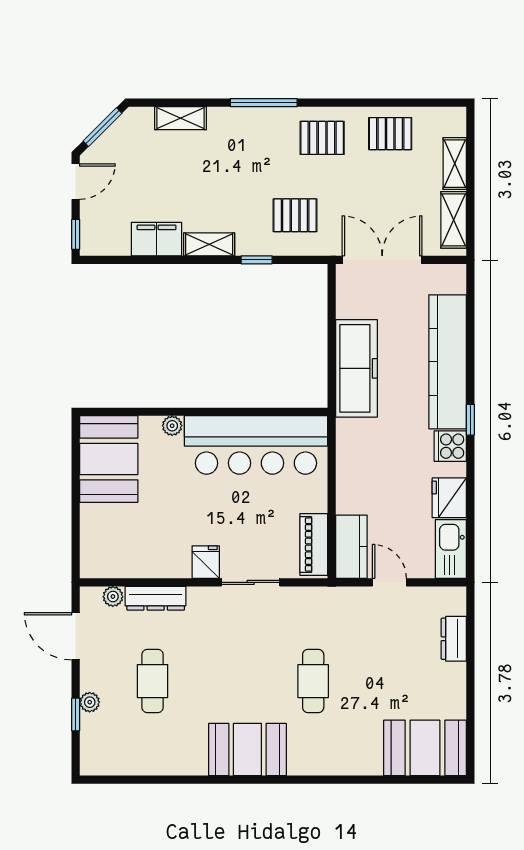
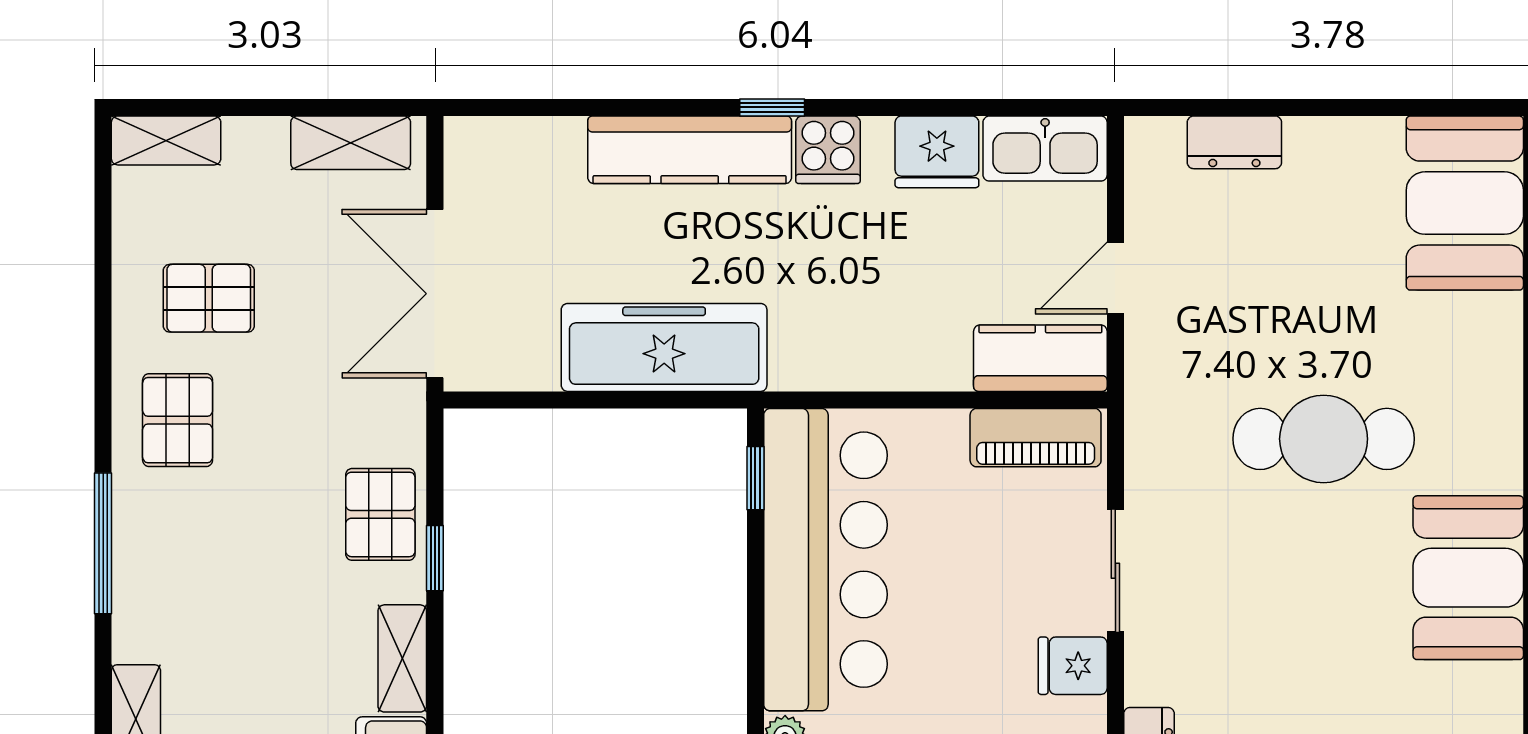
pallet: (390, 134) -> (209, 298), moved, turned 90
shelving: (455, 164) -> (166, 140), moved
pallet: (295, 215) -> (380, 514), moved
kitchen counter: (448, 362) -> (690, 150), width x0.72, depth x0.86
window: (295, 412) -> (755, 478), added
cafe table: (313, 681) -> (1324, 439), width x1.37, depth x1.35

